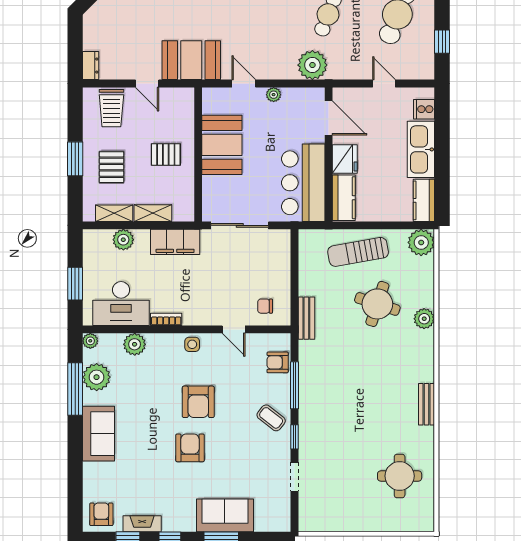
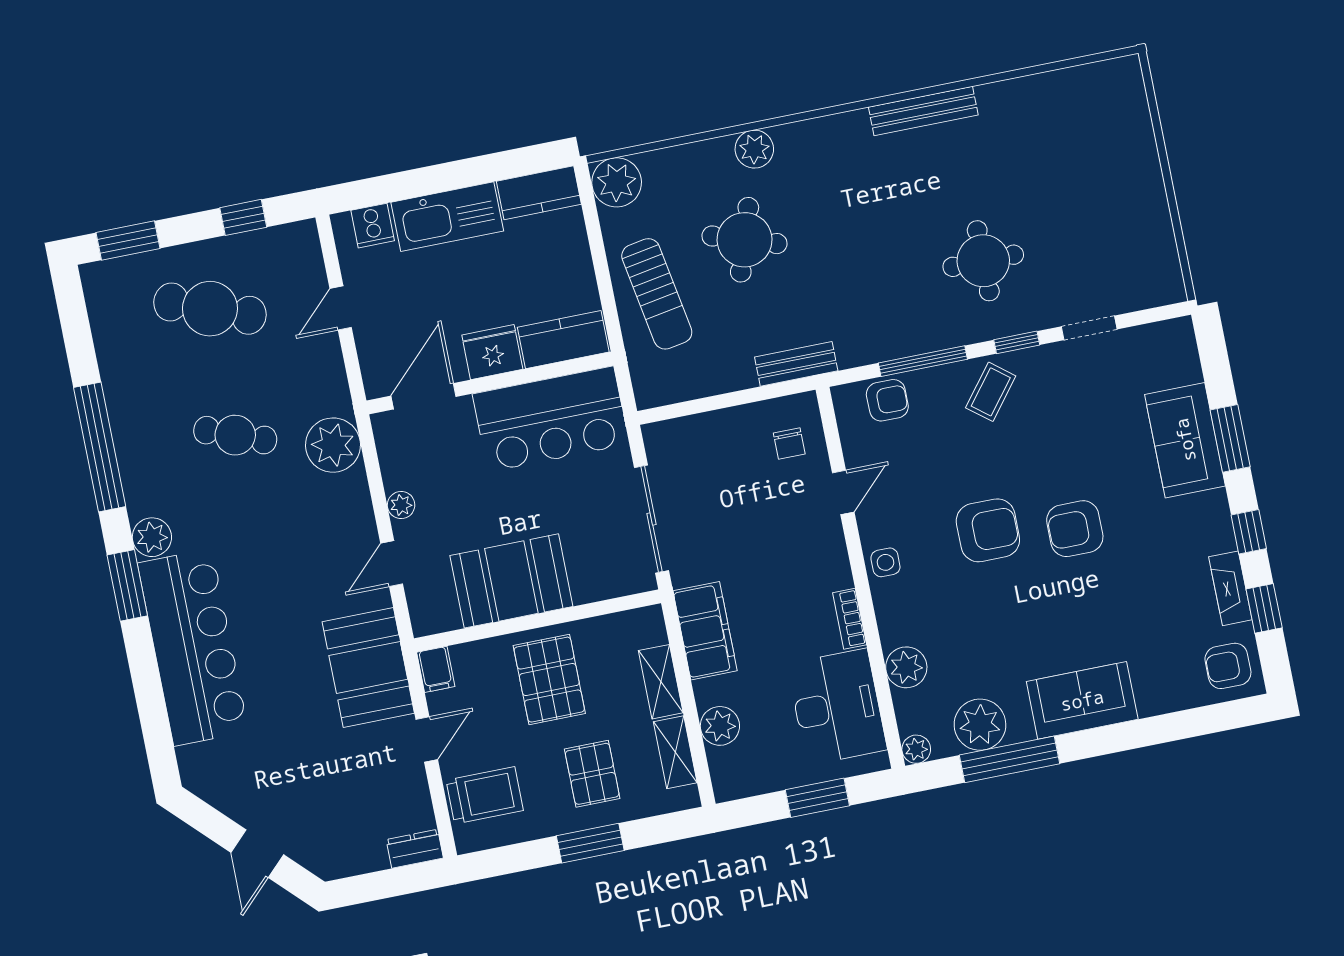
filing cabinet: (183, 96) -> (436, 669), added
pallet: (166, 154) -> (549, 680), width x1.50, depth x1.42
pallet: (111, 167) -> (592, 774), turned 90
armchair: (278, 362) -> (887, 400), turned -90
bench: (427, 404) -> (923, 111), width x1.36
round table: (400, 476) -> (983, 261), moved

